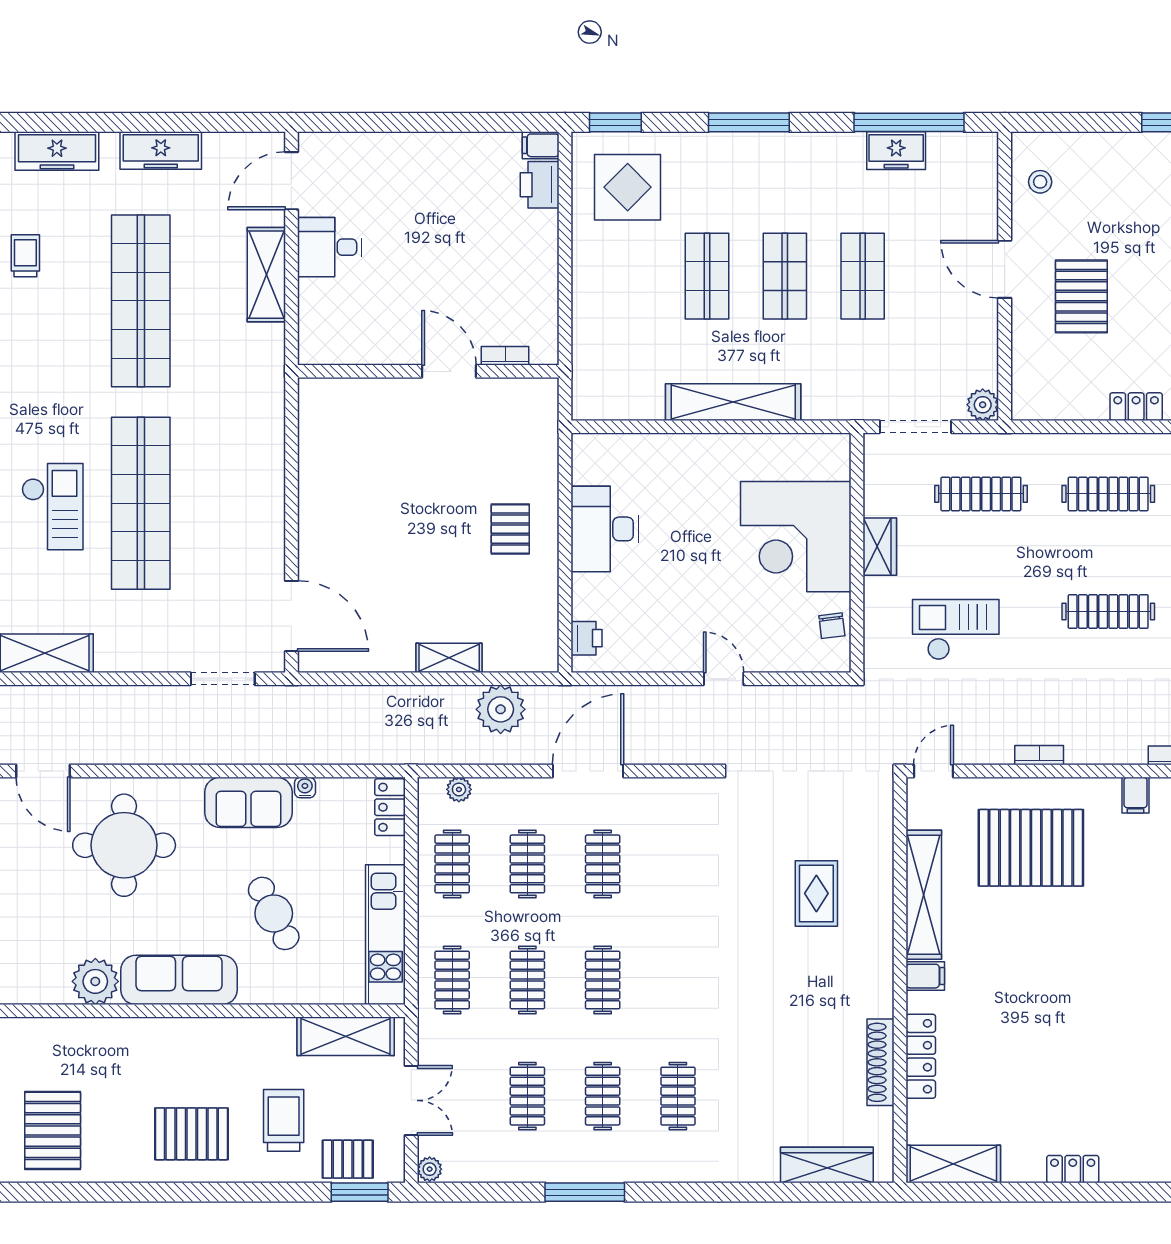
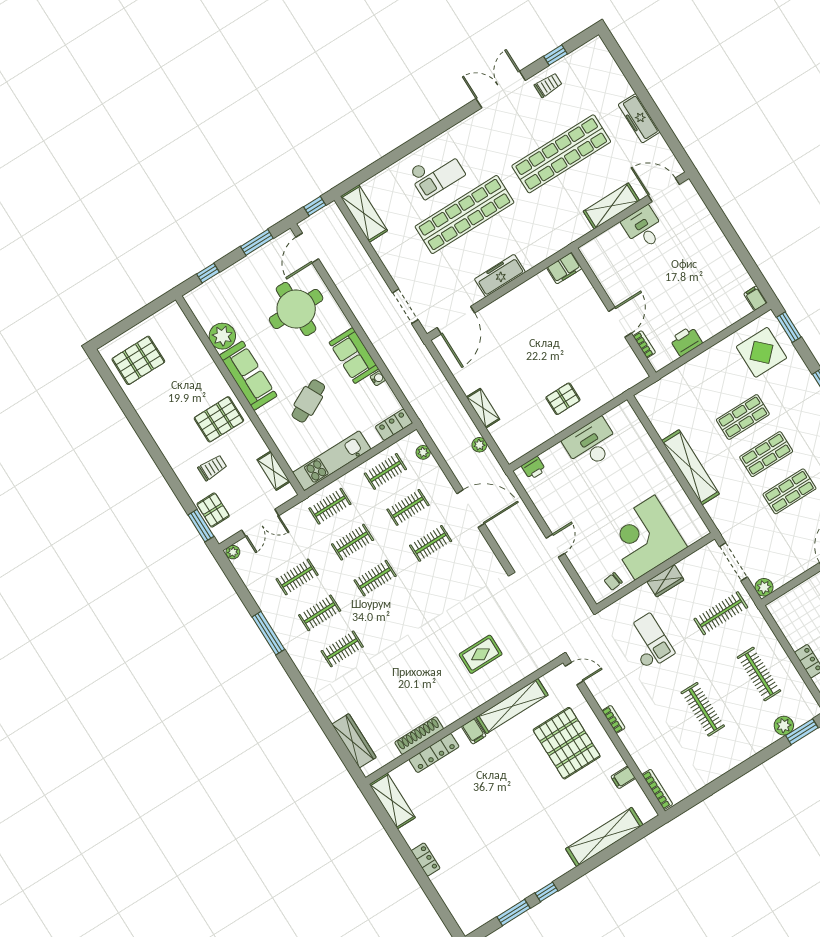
freezer: (57, 151) -> (500, 276), moved, turned 90
printer: (540, 185) -> (686, 341), moved
filing cabinet: (315, 404) -> (564, 268), added
clothes rail: (981, 494) -> (721, 613), turned 90
plant: (501, 709) -> (479, 445), width x0.53, depth x0.53
shelving: (346, 1036) -> (273, 471), width x0.67, depth x0.75
trolley: (284, 1120) -> (212, 468), width x0.73, depth x0.72
pallet: (191, 1134) -> (219, 419), moved, turned 90

